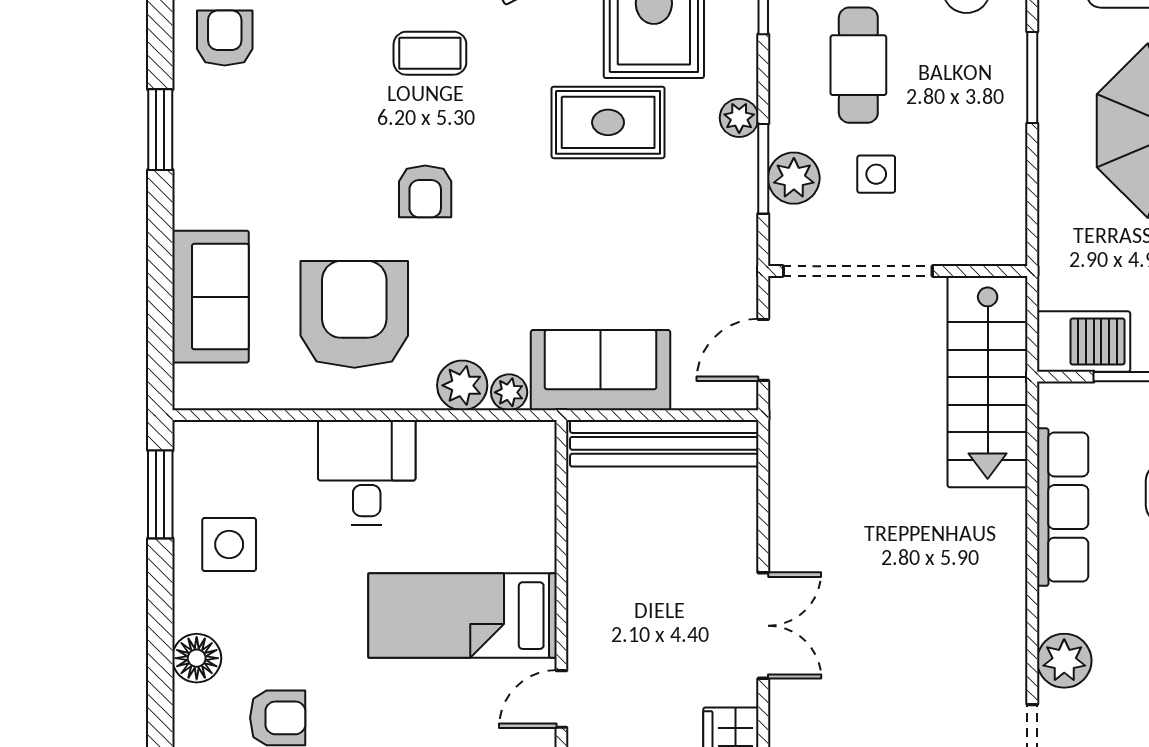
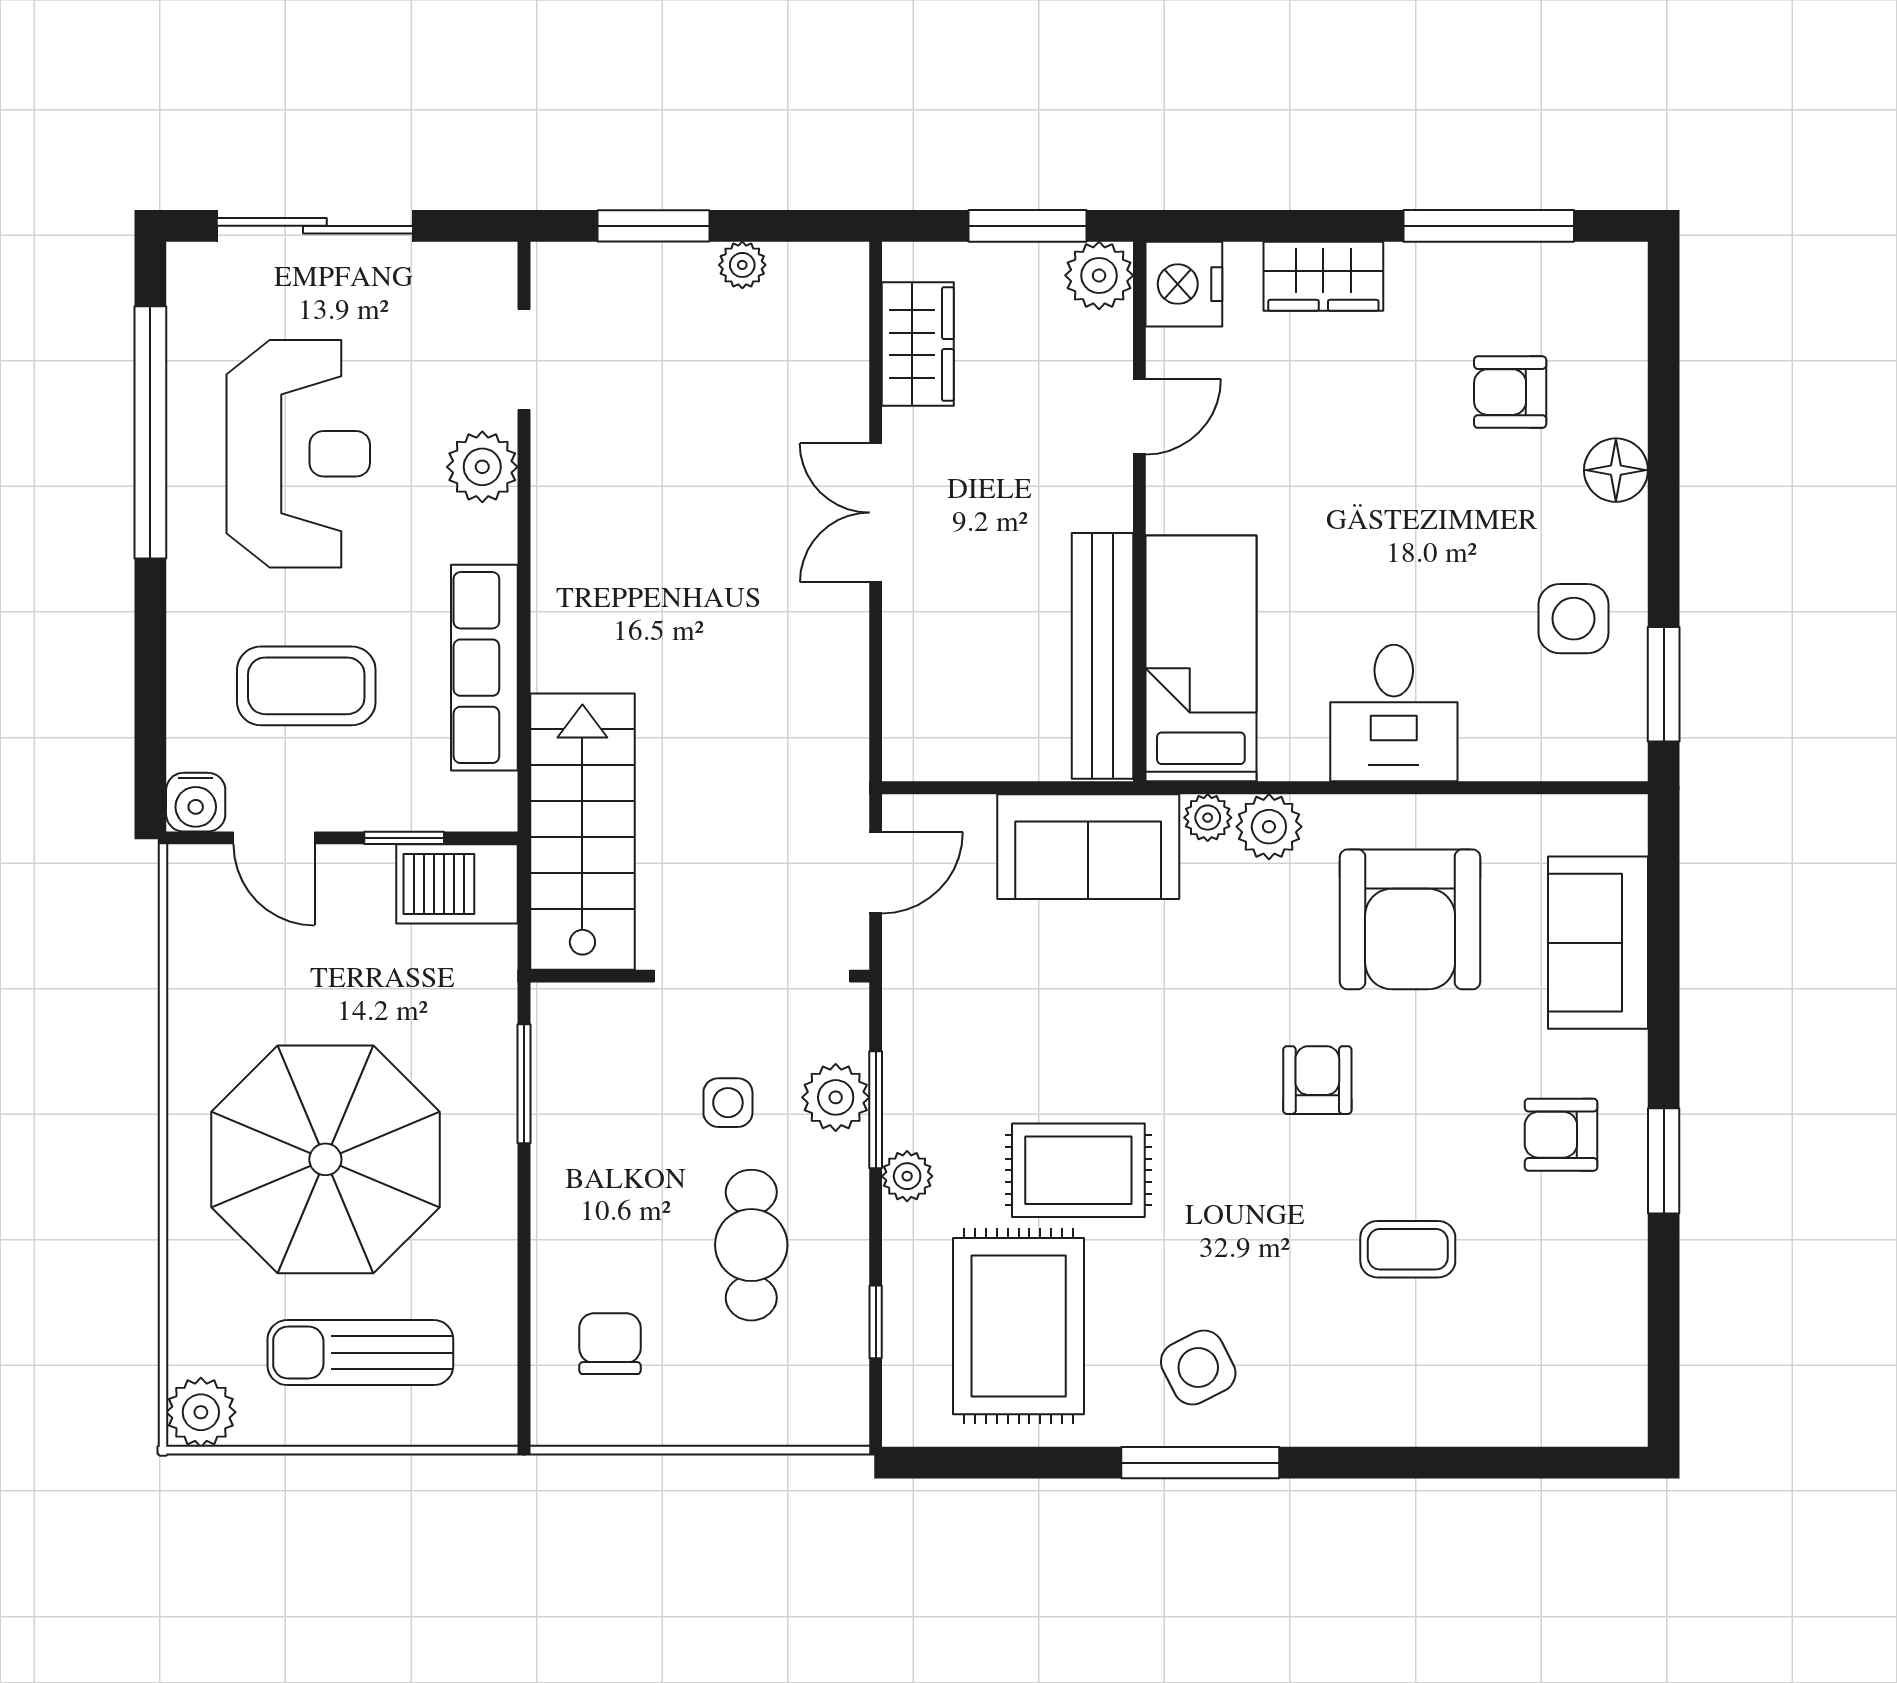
armchair: (225, 38) -> (1561, 1135), moved, turned 90
coffee table: (430, 53) -> (1408, 1249), moved
window: (1032, 77) -> (524, 1084), moved
bench: (664, 443) -> (1102, 656), moved, turned 90
bed: (462, 616) -> (1201, 658), moved, turned -90

